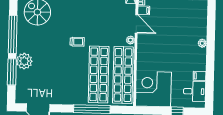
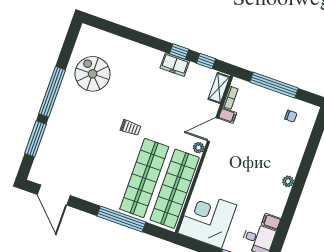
door: (136, 24) -> (213, 130), swing flipped
plant: (24, 61) -> (56, 130), removed

